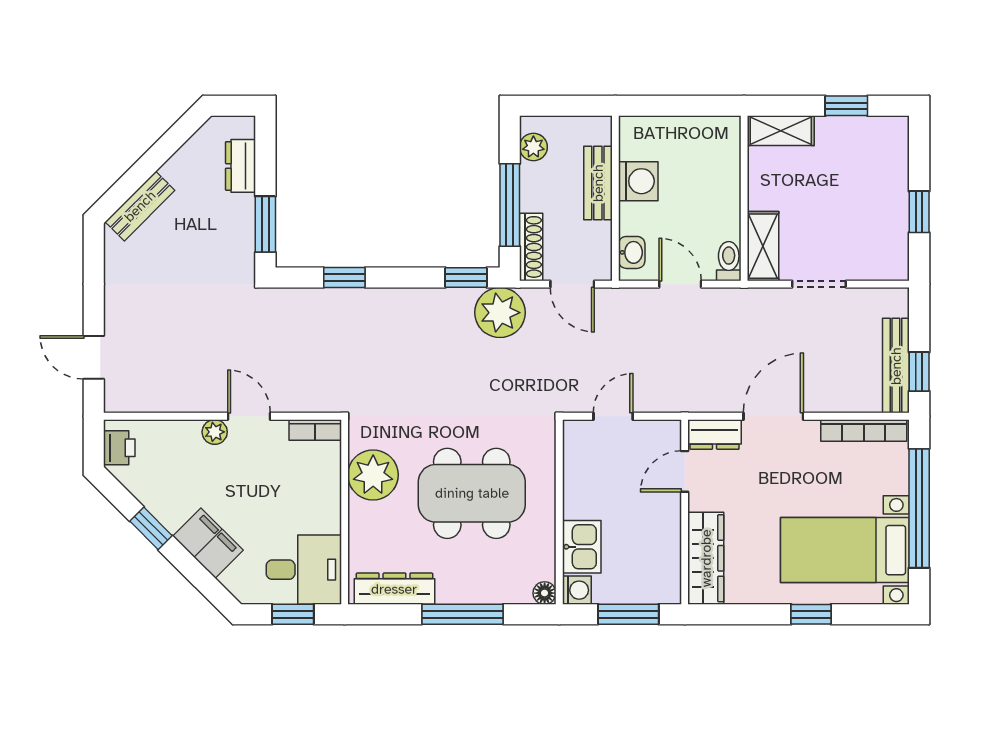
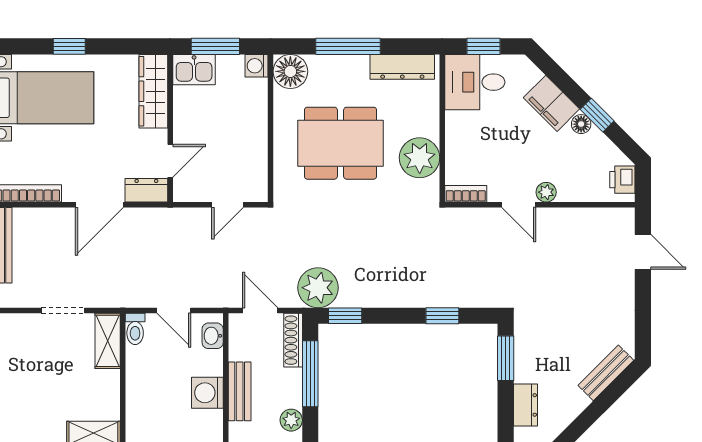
floor lamp: (171, 517) -> (581, 124), added
kitchen sink: (582, 547) -> (194, 70), moved, turned -90
floor lamp: (545, 593) -> (290, 71), width x1.89, depth x1.89

